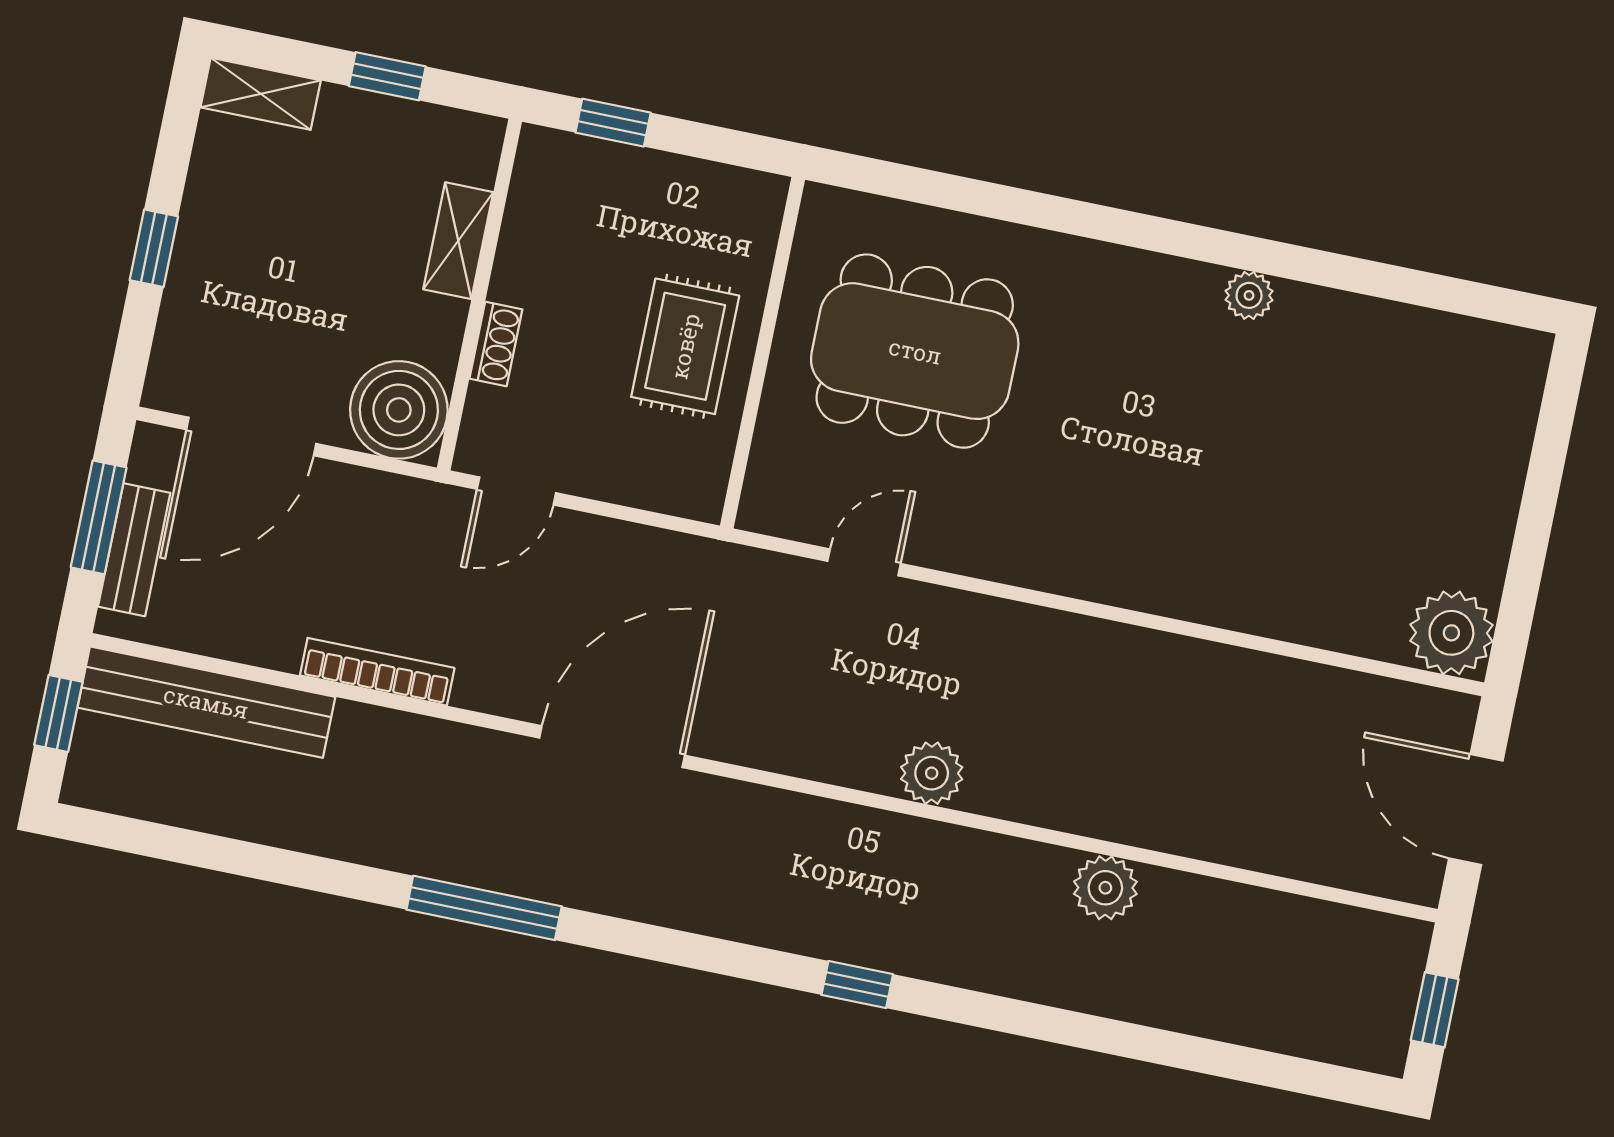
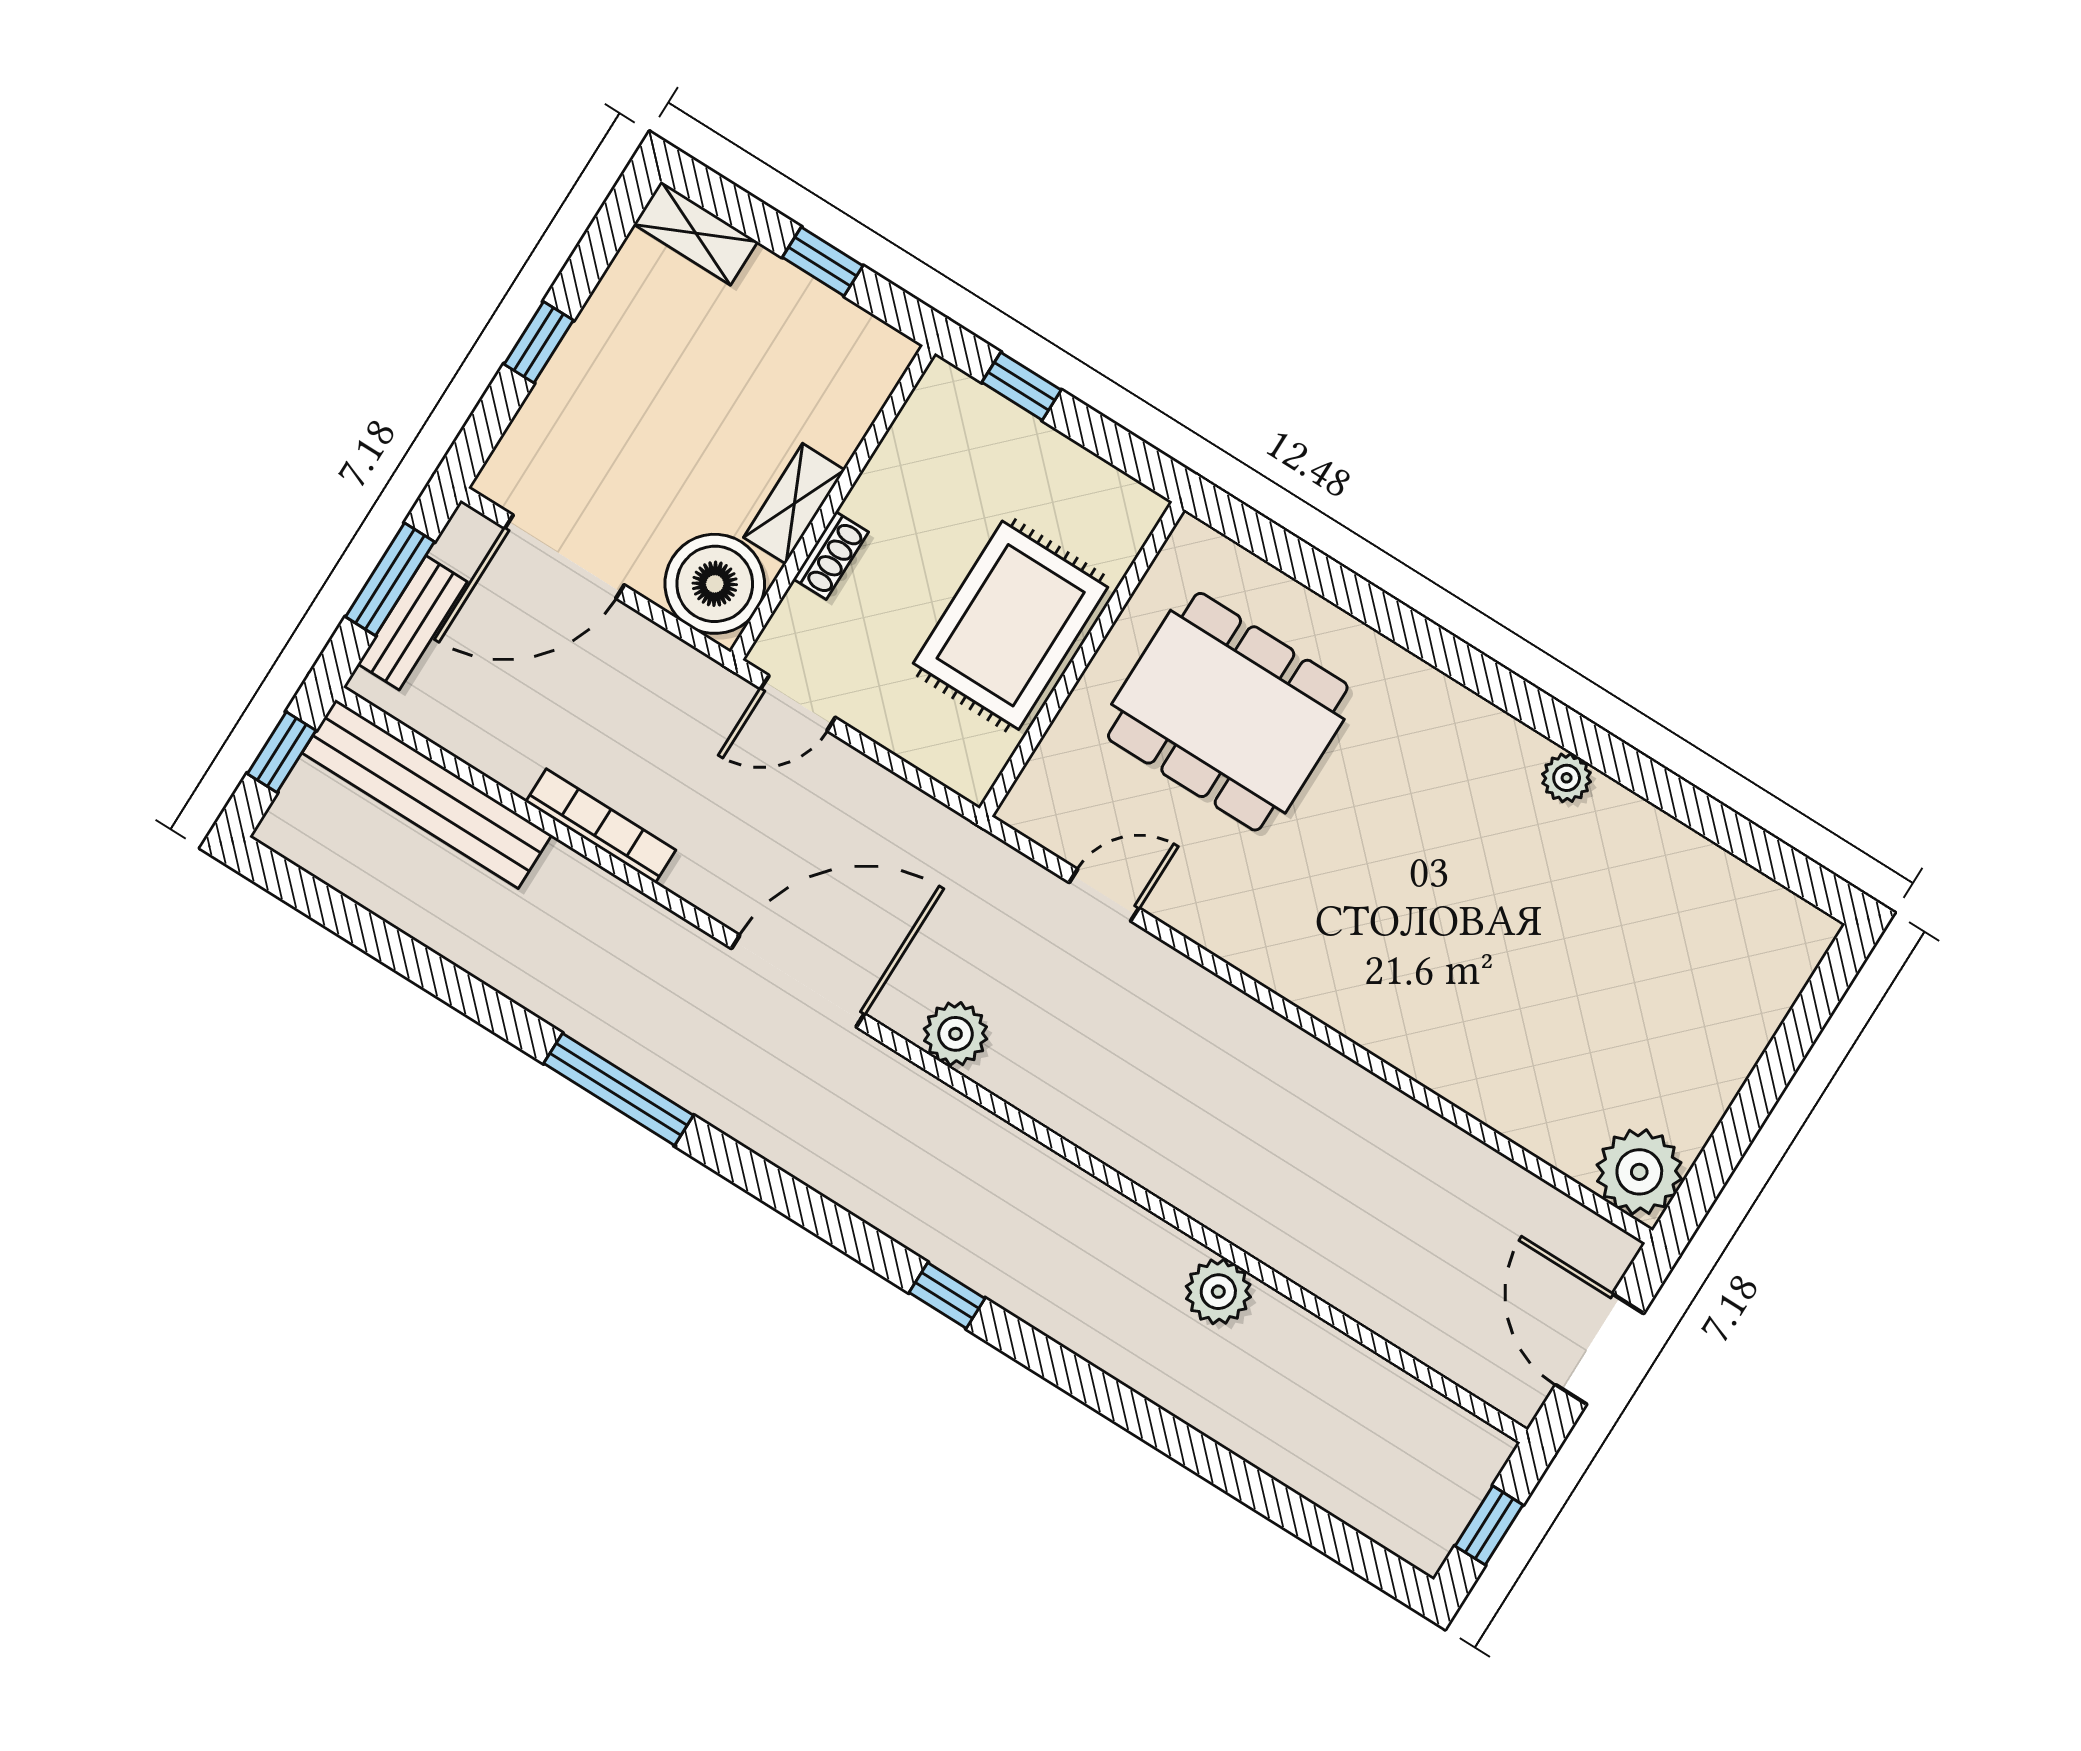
shelving: (458, 241) -> (794, 504), moved
rug: (685, 346) -> (1011, 625), width x1.36, depth x1.43
plant: (932, 773) -> (956, 1034), moved

